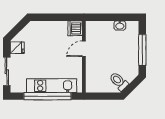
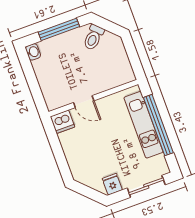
washbasin: (120, 25) -> (33, 52), moved
toilet: (119, 81) -> (93, 37), moved

